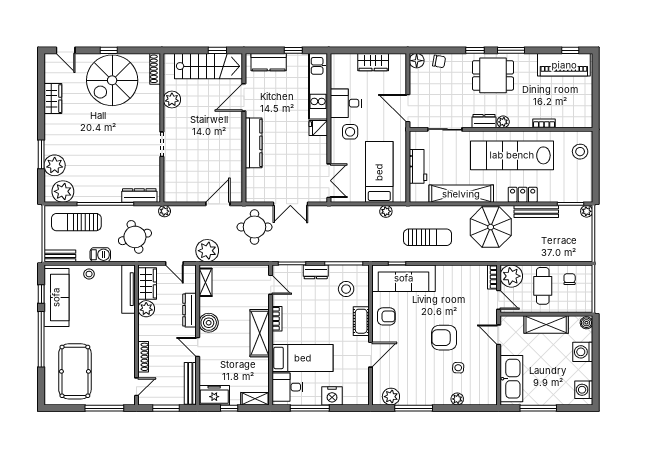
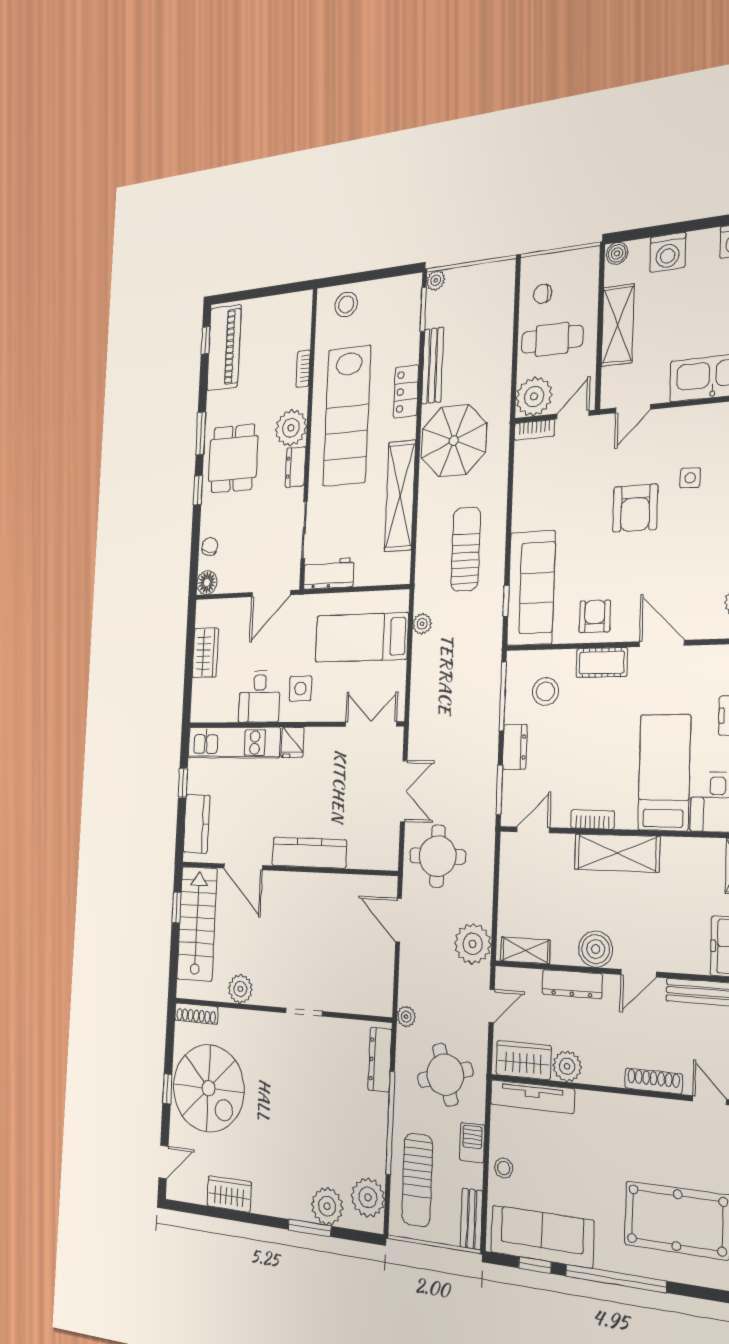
plant: (503, 122) -> (291, 428), width x1.87, depth x1.87
workbench: (418, 166) -> (329, 574), moved

